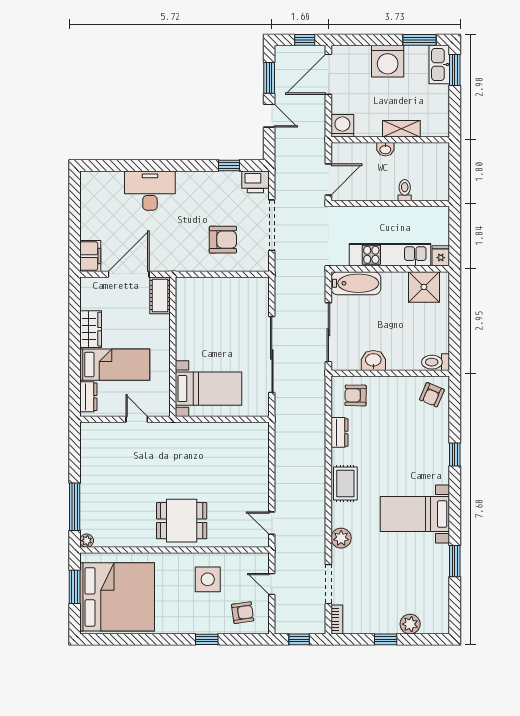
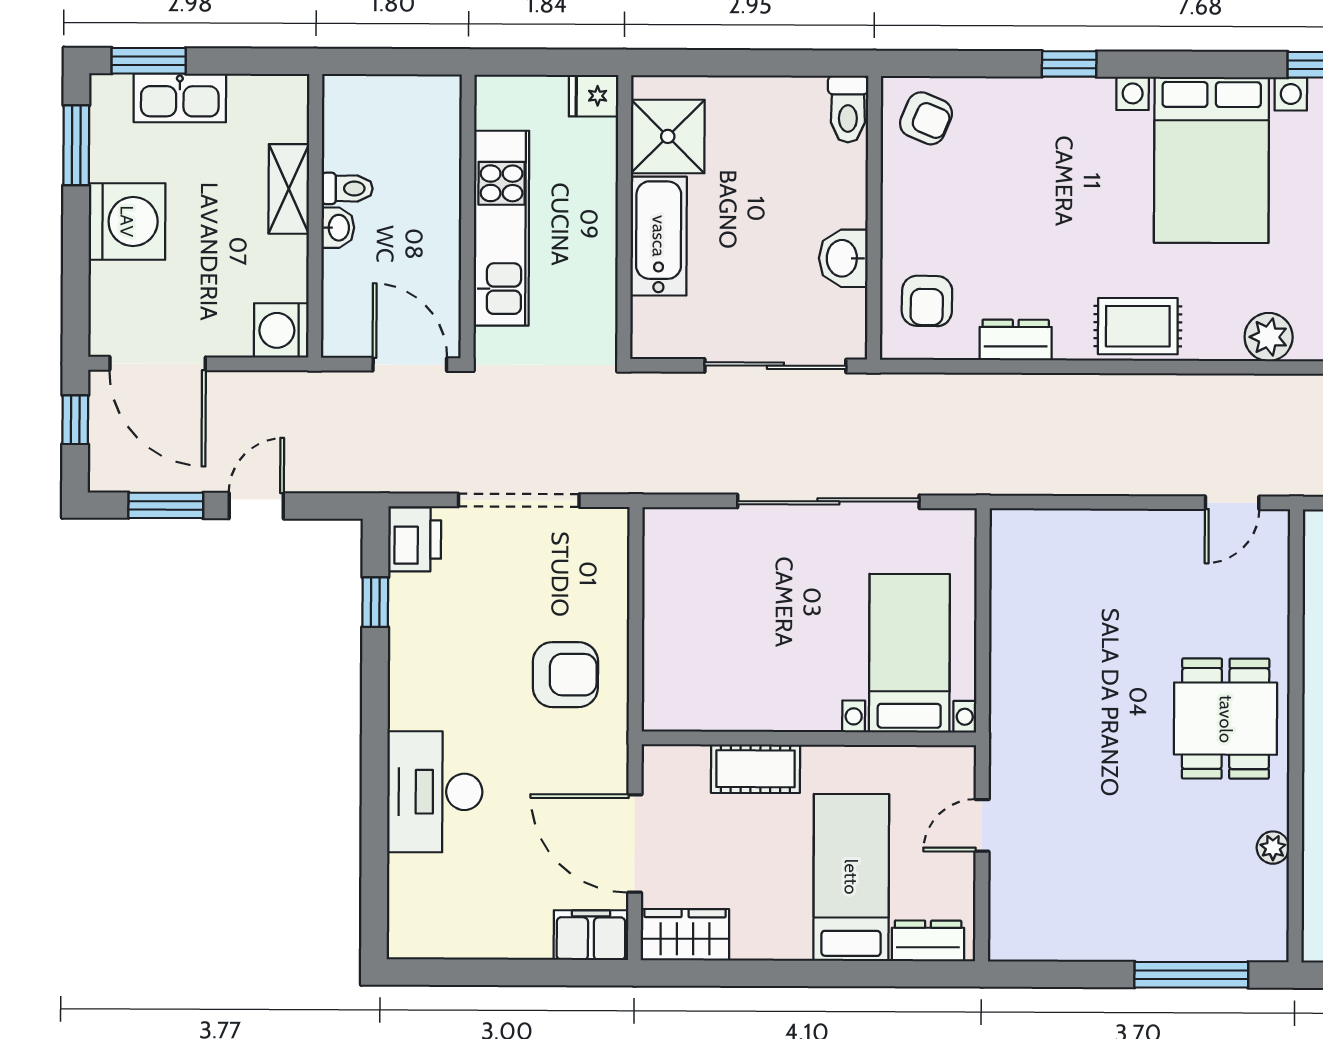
kitchen sink: (439, 64) -> (180, 98), moved
toilet: (405, 190) -> (347, 188), moved, turned 180
armchair: (223, 240) -> (565, 675), moved, turned 90
kitchen unit: (390, 255) -> (501, 228), moved, turned 180
bathtub: (356, 283) -> (659, 236), moved
cot: (160, 295) -> (755, 769), moved
wardrobe: (91, 329) -> (685, 935), moved
bed with nightstands: (415, 514) -> (1211, 160), width x1.36
plant: (87, 541) -> (1273, 848), moved

